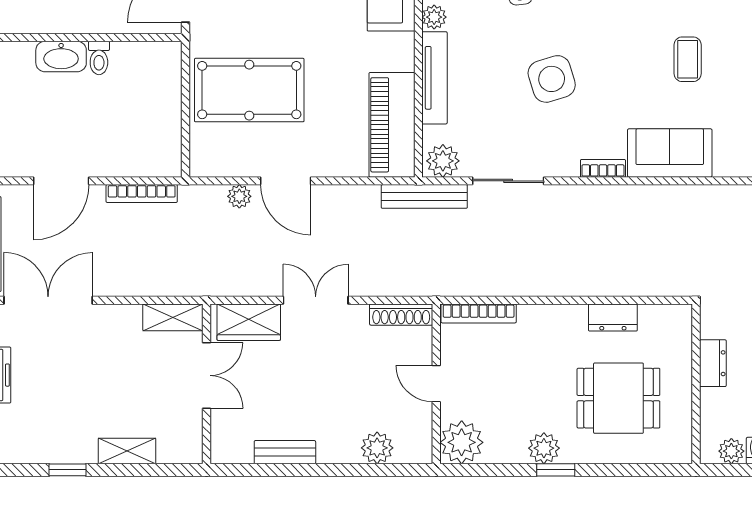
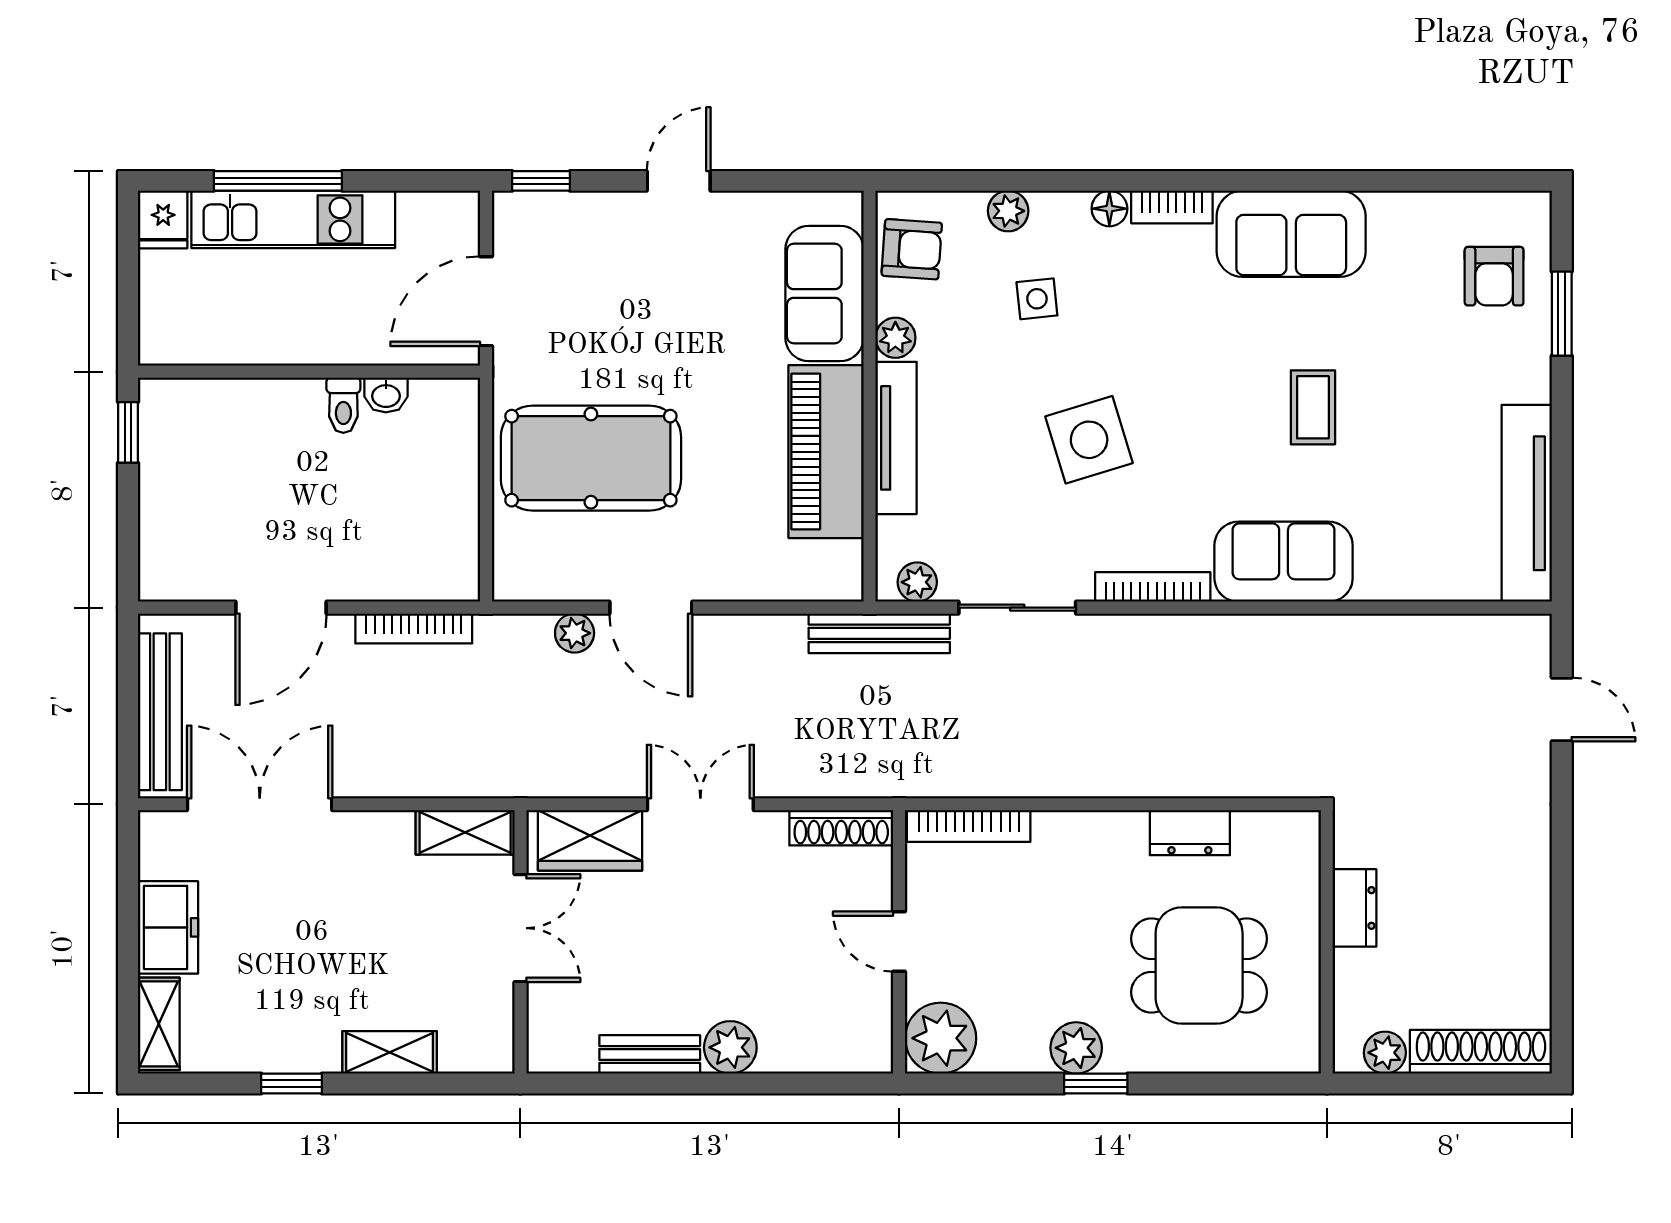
washbasin: (61, 57) -> (386, 395), moved, width x0.52, depth x0.69
piano: (392, 125) -> (826, 452), moved
plant: (443, 161) -> (917, 582), width x0.73, depth x0.73
bookcase: (603, 168) -> (1153, 587), width x1.56
plant: (377, 448) -> (730, 1047), moved

